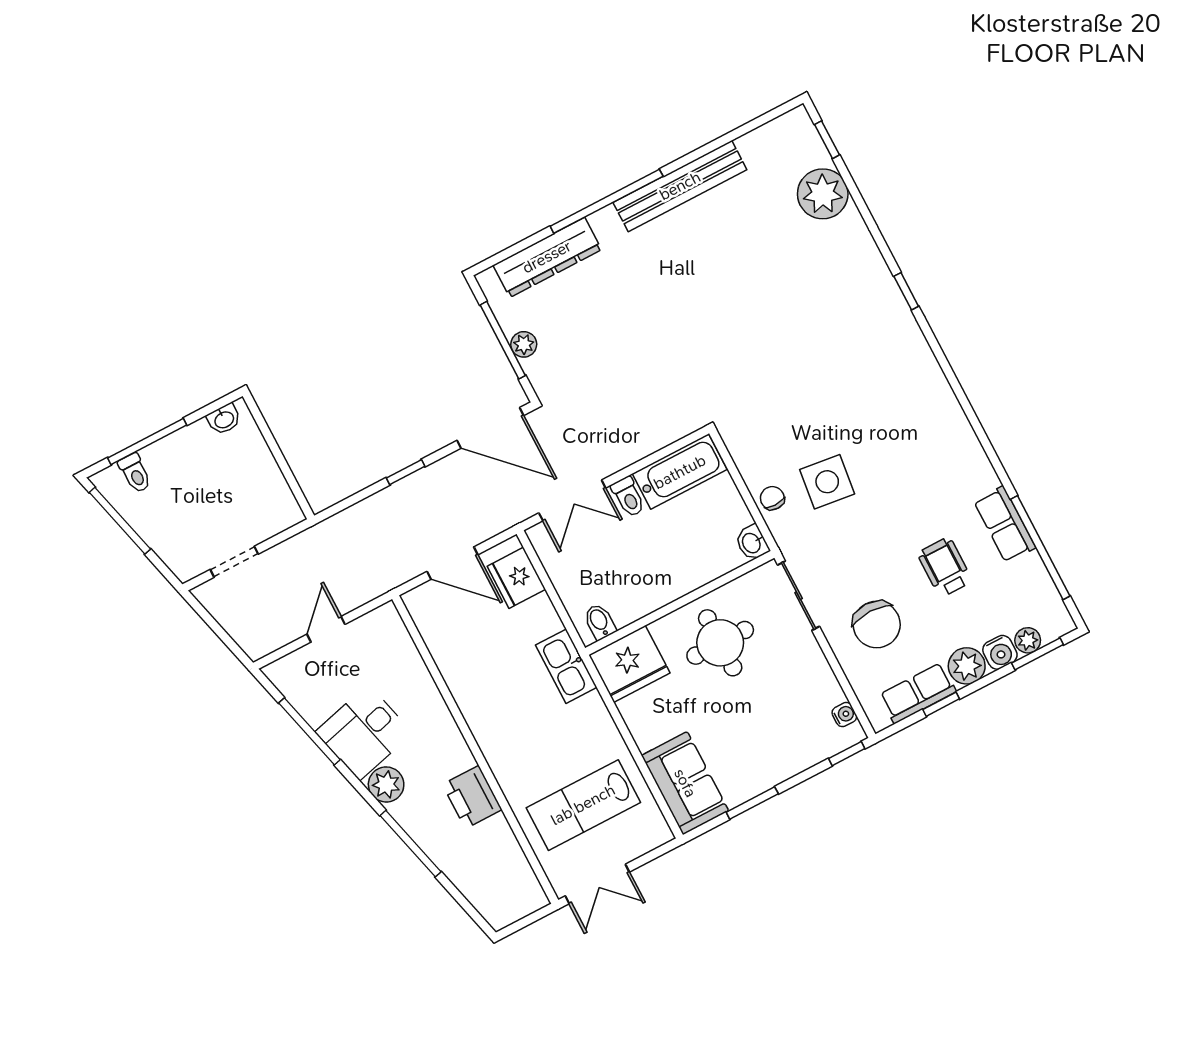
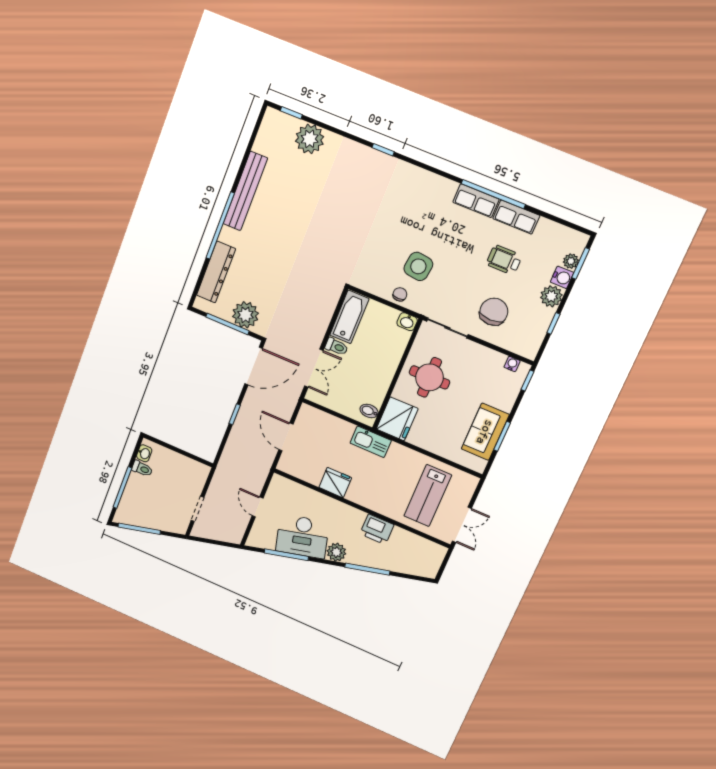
plant: (524, 344) -> (245, 315), width x1.87, depth x1.87
toilet: (135, 473) -> (142, 469), moved
chair: (772, 498) -> (400, 294), turned 90
window: (1040, 548) -> (493, 194), moved
door: (452, 563) -> (286, 437), swing flipped
fridge: (516, 578) -> (335, 483), moved, turned 180
chair: (877, 625) -> (494, 312), turned -90
row of seats: (918, 693) -> (476, 201), moved, turned -90
desk: (364, 732) -> (302, 536), width x1.37
sofa: (685, 783) -> (485, 432), moved, turned -90

